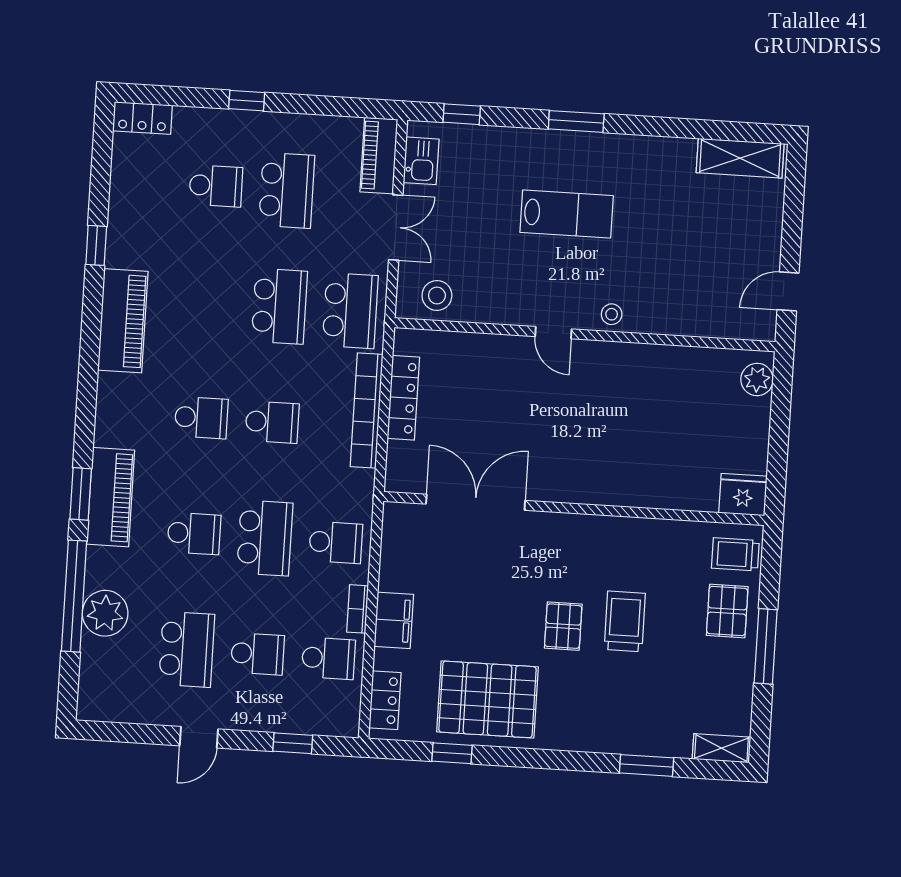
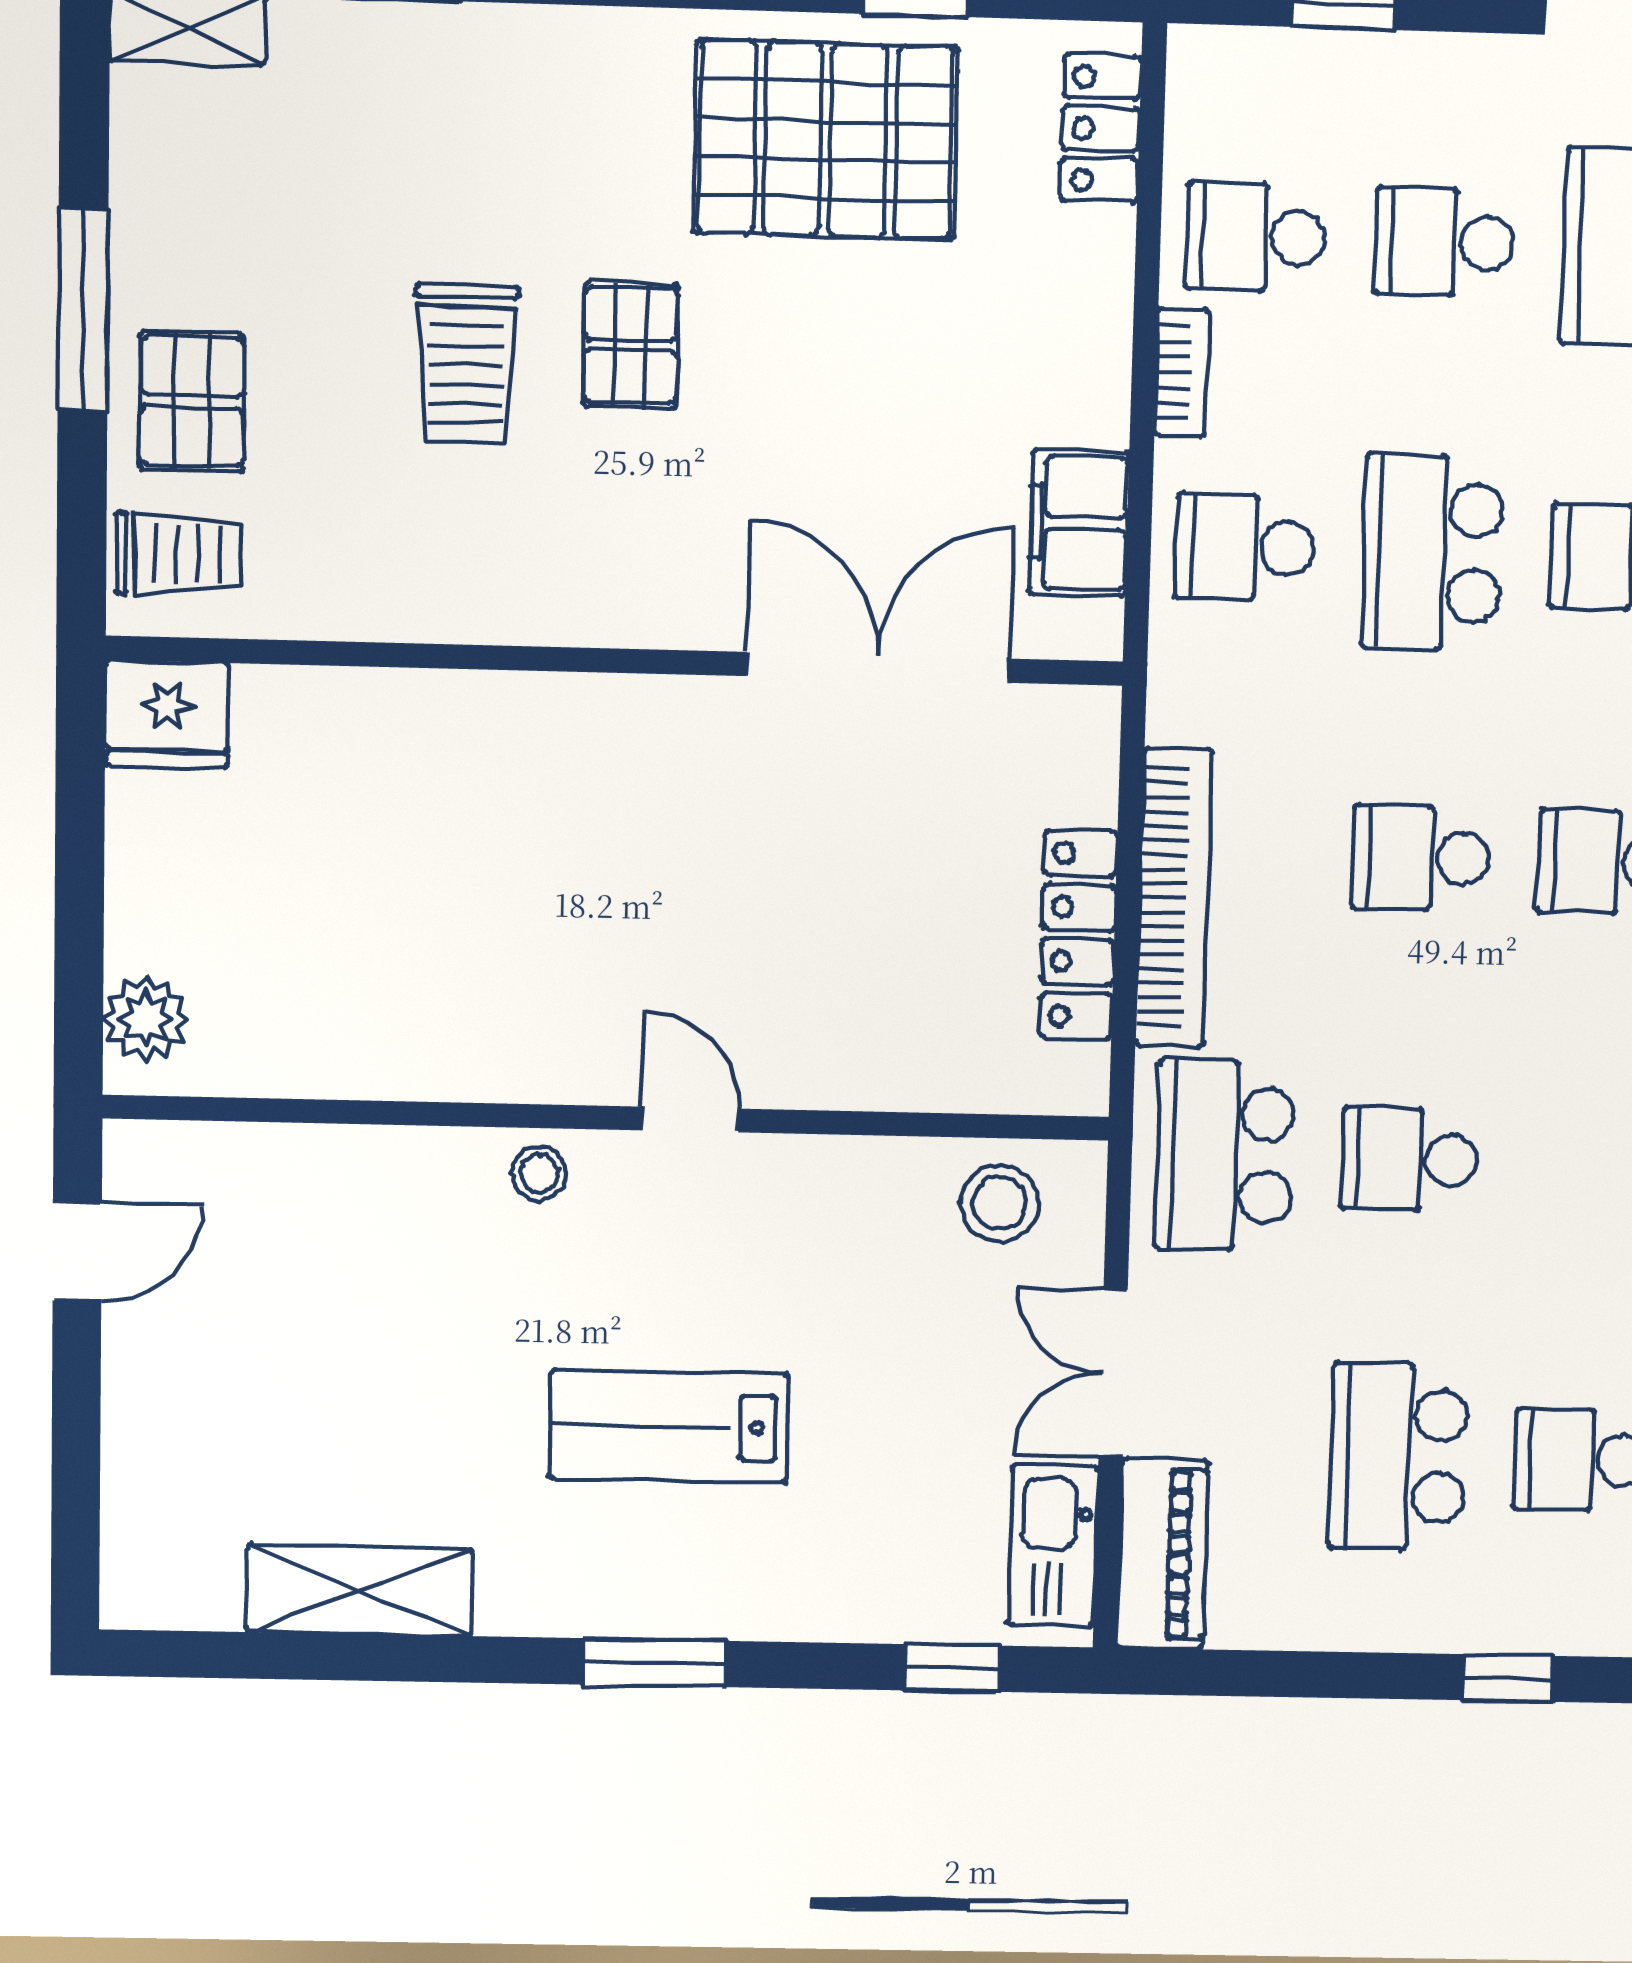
shelving: (740, 158) -> (359, 1590), moved
kitchen sink: (421, 161) -> (1053, 1546), width x1.38
school desk: (279, 306) -> (1410, 1159), width x0.54
double door: (476, 502) -> (878, 667), swing flipped
filing cabinet: (394, 620) -> (1079, 523), moved

